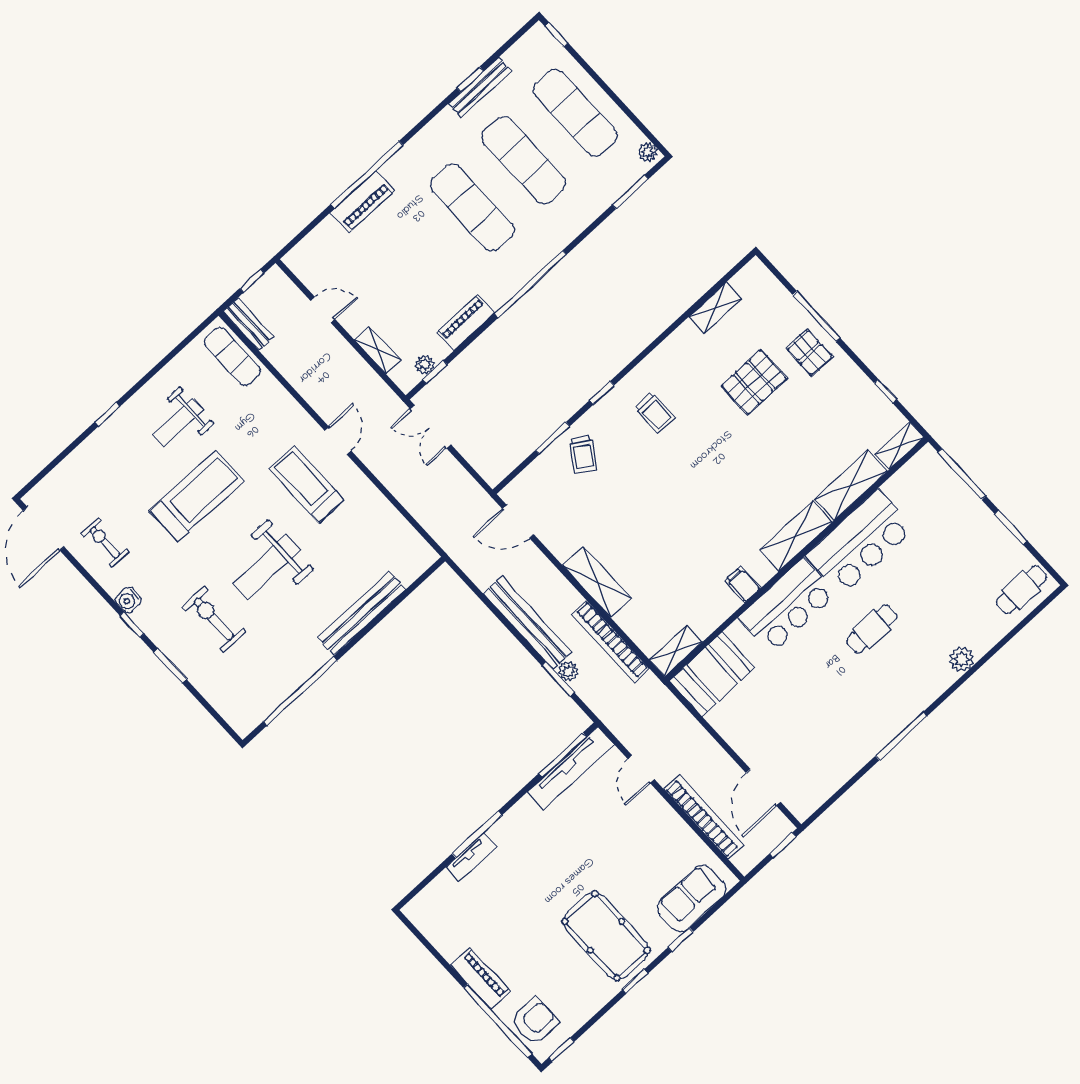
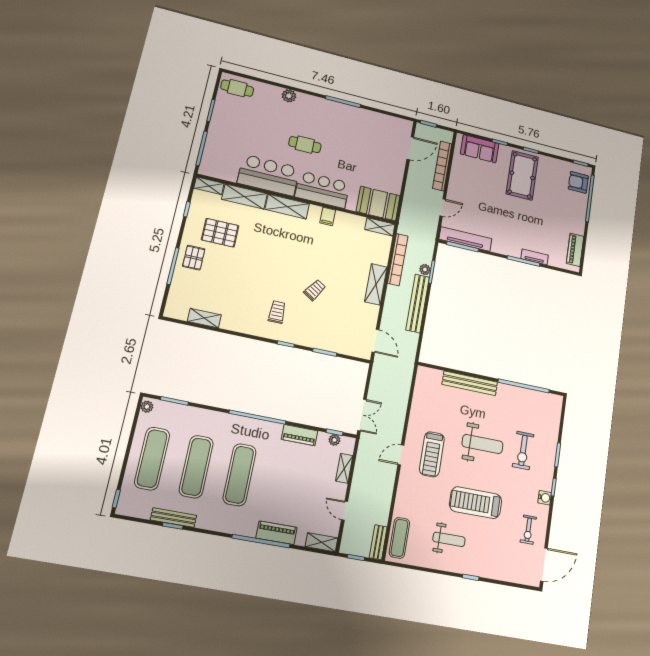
shelving: (306, 250) -> (322, 542), added
pallet: (754, 382) -> (220, 233), moved
trolley: (583, 454) -> (315, 290), moved
piano: (481, 978) -> (575, 250), moved

